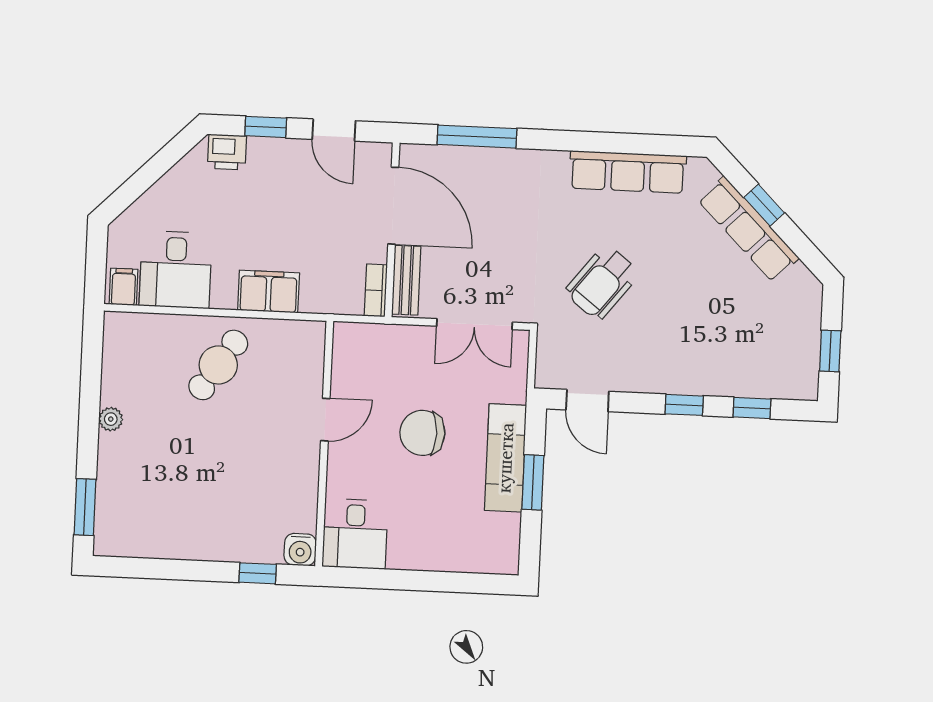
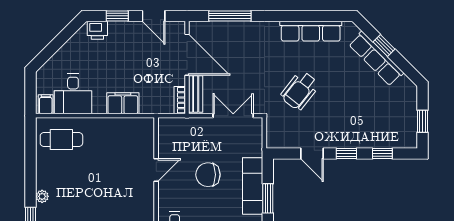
double door: (475, 324) -> (233, 116), swing flipped
cafe table: (218, 365) -> (61, 139), moved, turned 56
door: (587, 401) -> (312, 154), moved
plant: (111, 419) -> (42, 196), moved

